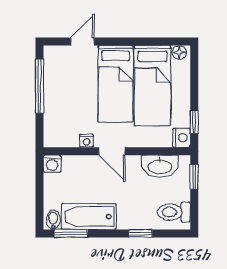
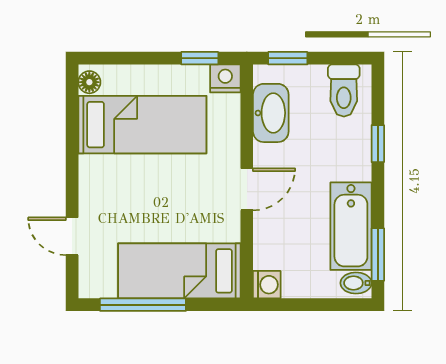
bed: (116, 84) -> (179, 271), moved, turned 180
nightstand: (87, 141) -> (230, 230), removed

